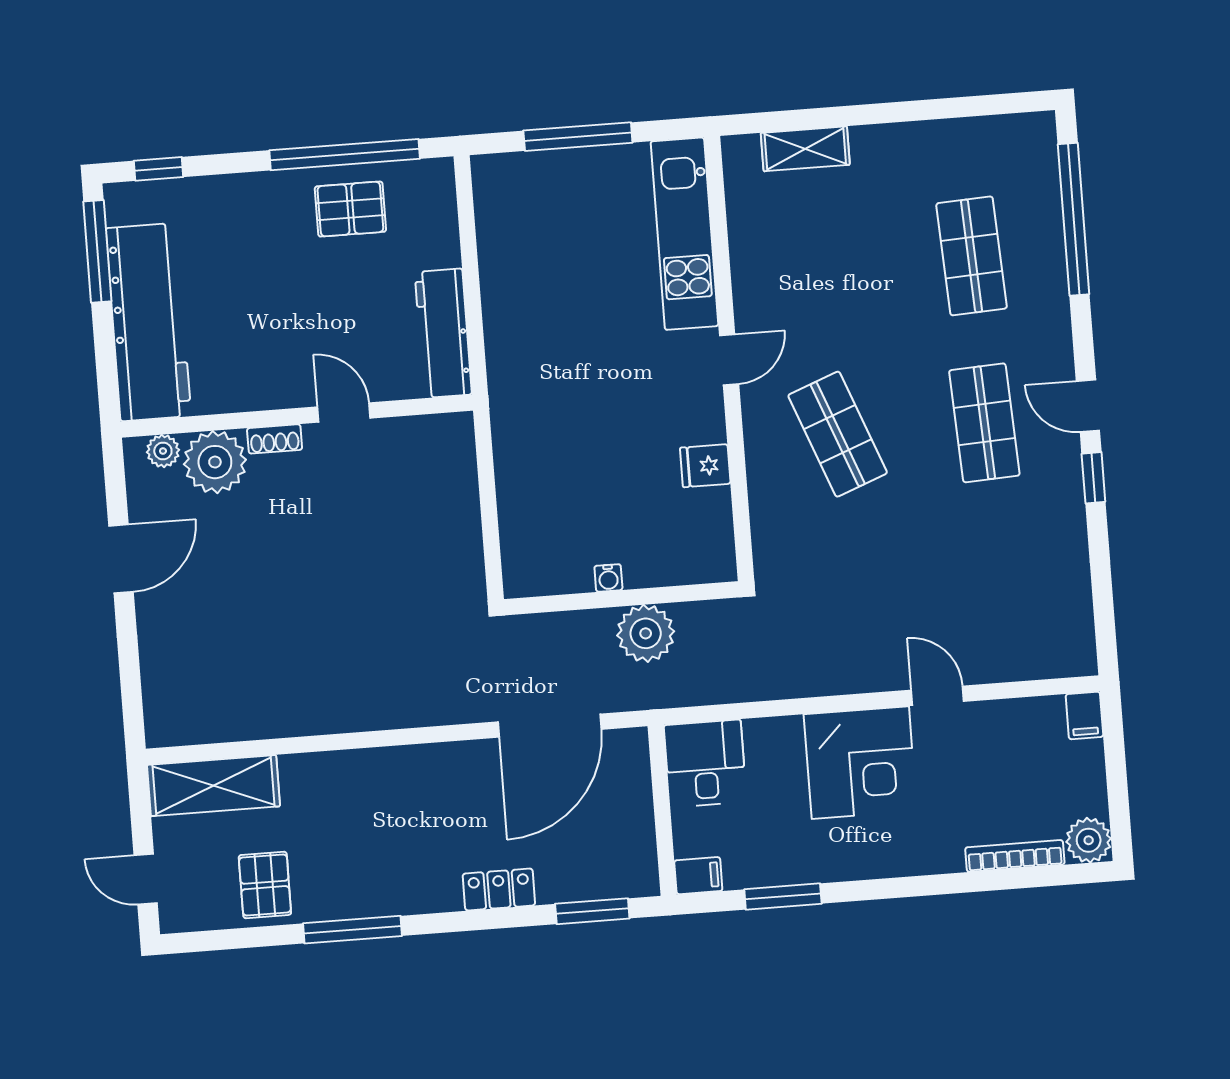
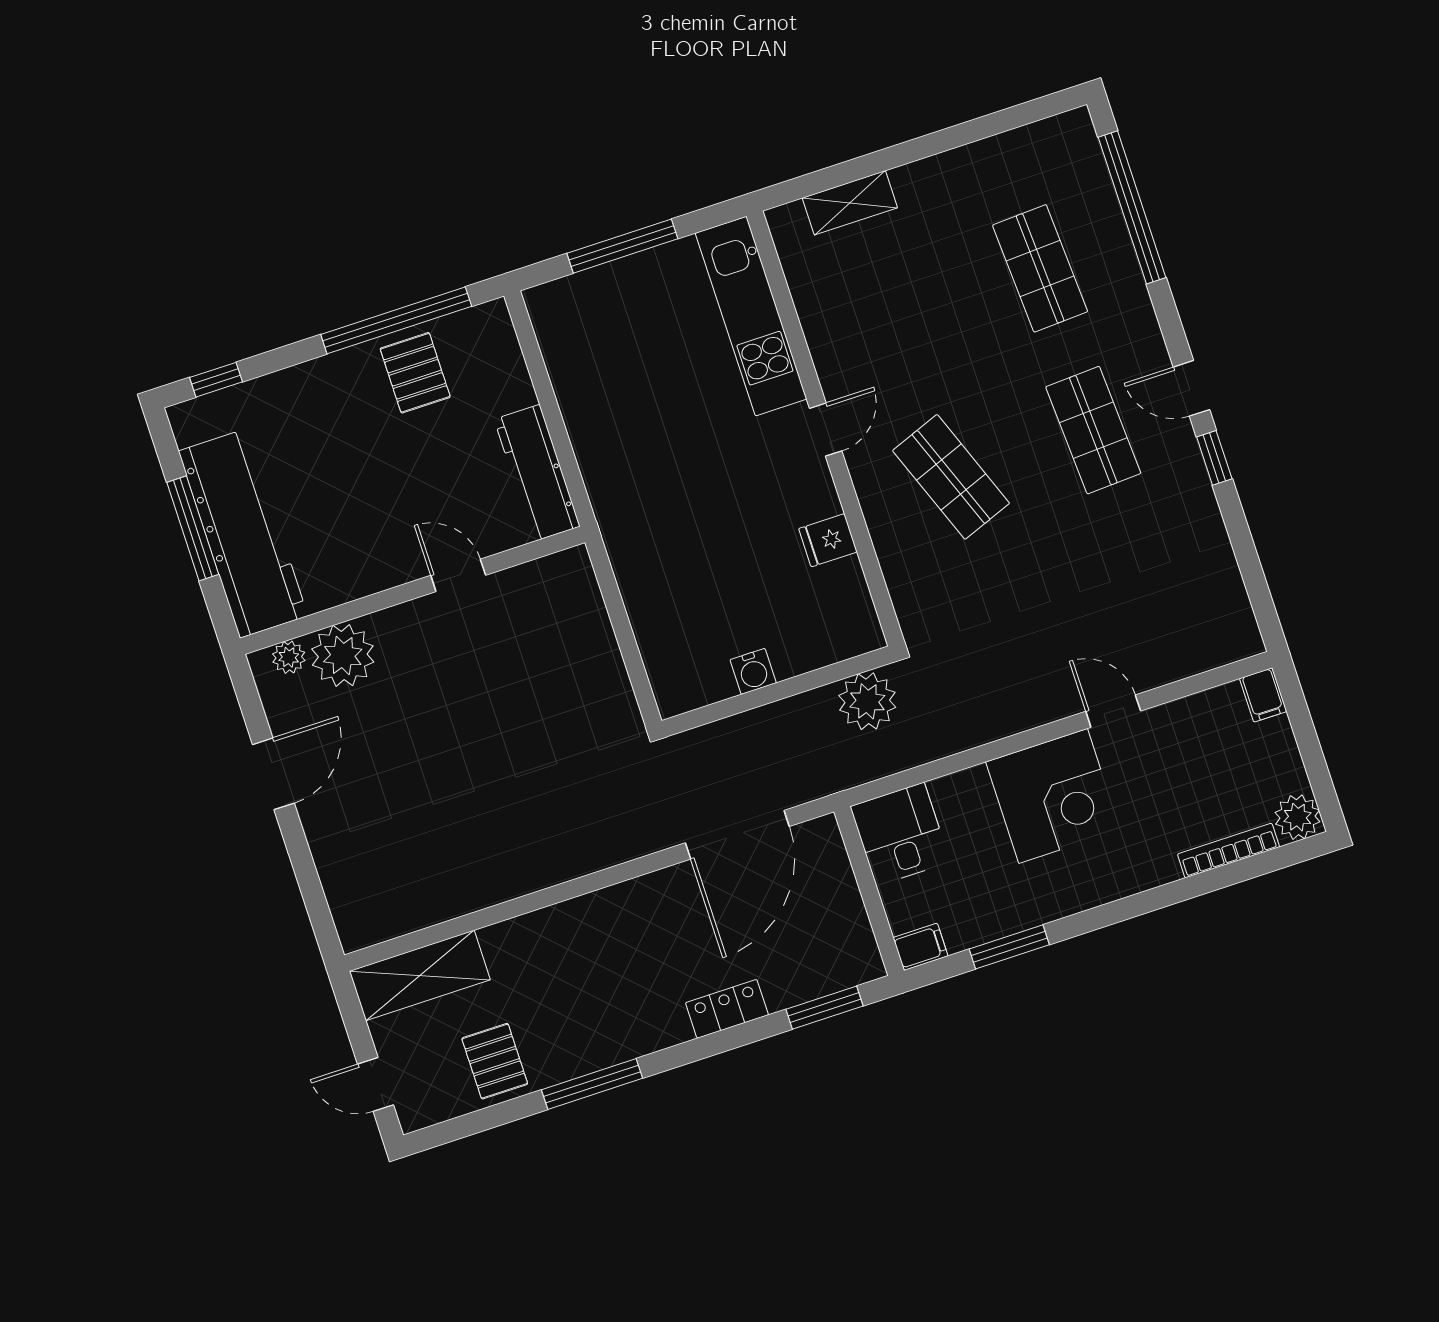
pallet: (350, 209) -> (415, 373), turned 90
window: (97, 251) -> (193, 528), moved
shoe rack: (275, 439) -> (396, 618), removed
water cooler: (608, 578) -> (753, 671), width x1.38, depth x1.38
plant: (646, 633) -> (867, 701), moved

